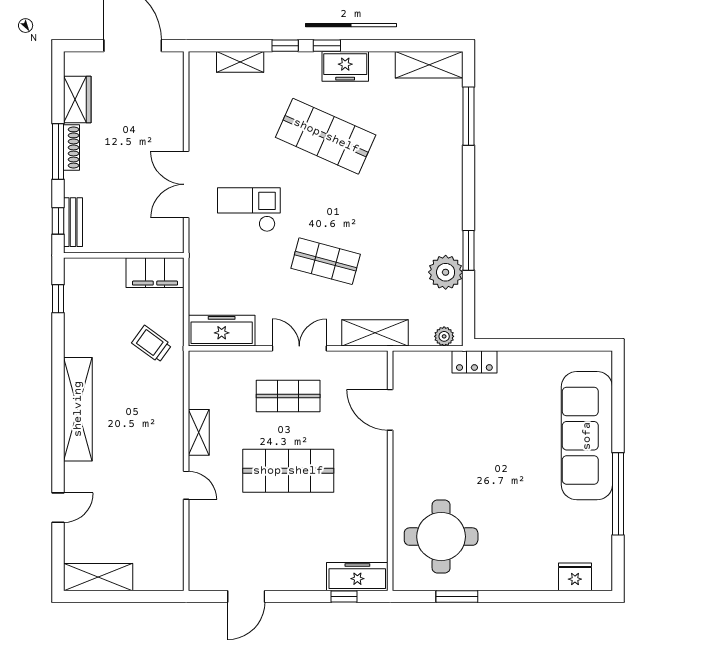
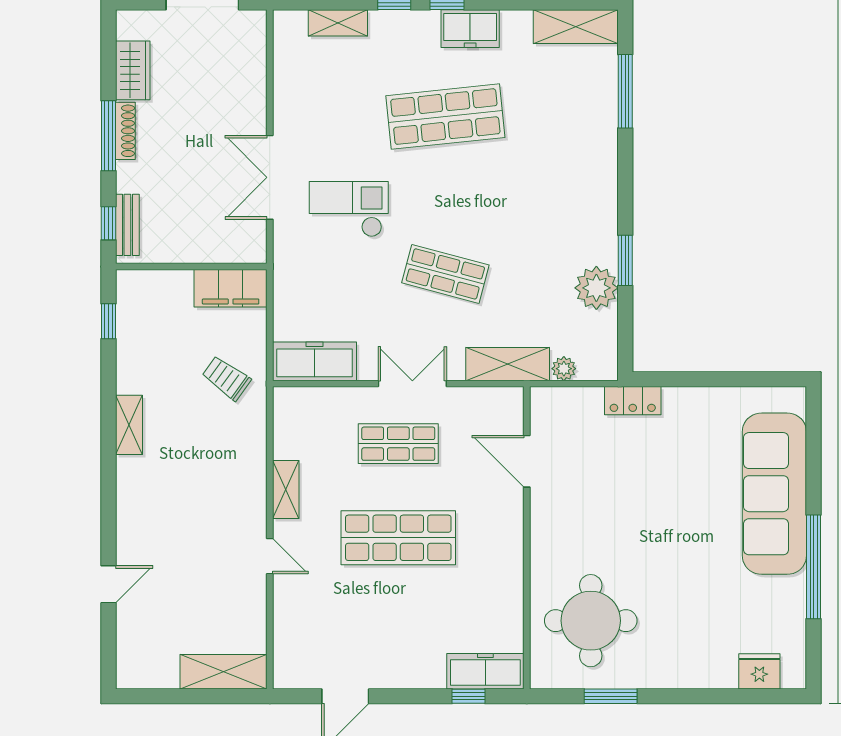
shop shelf: (326, 136) -> (445, 117), turned -30
plant: (444, 336) -> (564, 369), moved
shelving: (78, 409) -> (129, 425), width x0.45, depth x0.75
shelving: (98, 577) -> (224, 672), moved

